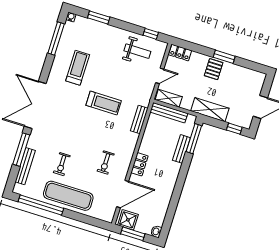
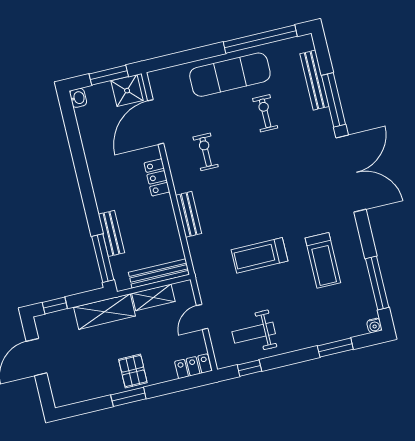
shelving: (169, 98) -> (153, 297), moved
treadmill: (104, 103) -> (259, 255), moved
bench: (139, 119) -> (189, 214), moved

